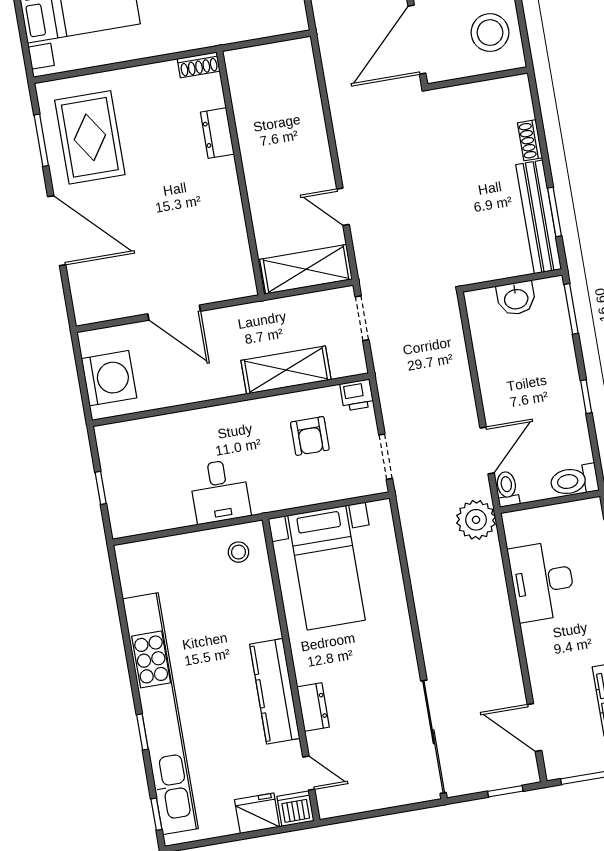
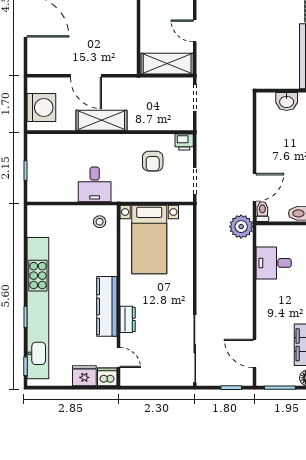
shelving: (286, 370) -> (101, 120), moved
desk: (542, 581) -> (274, 263), width x0.73

